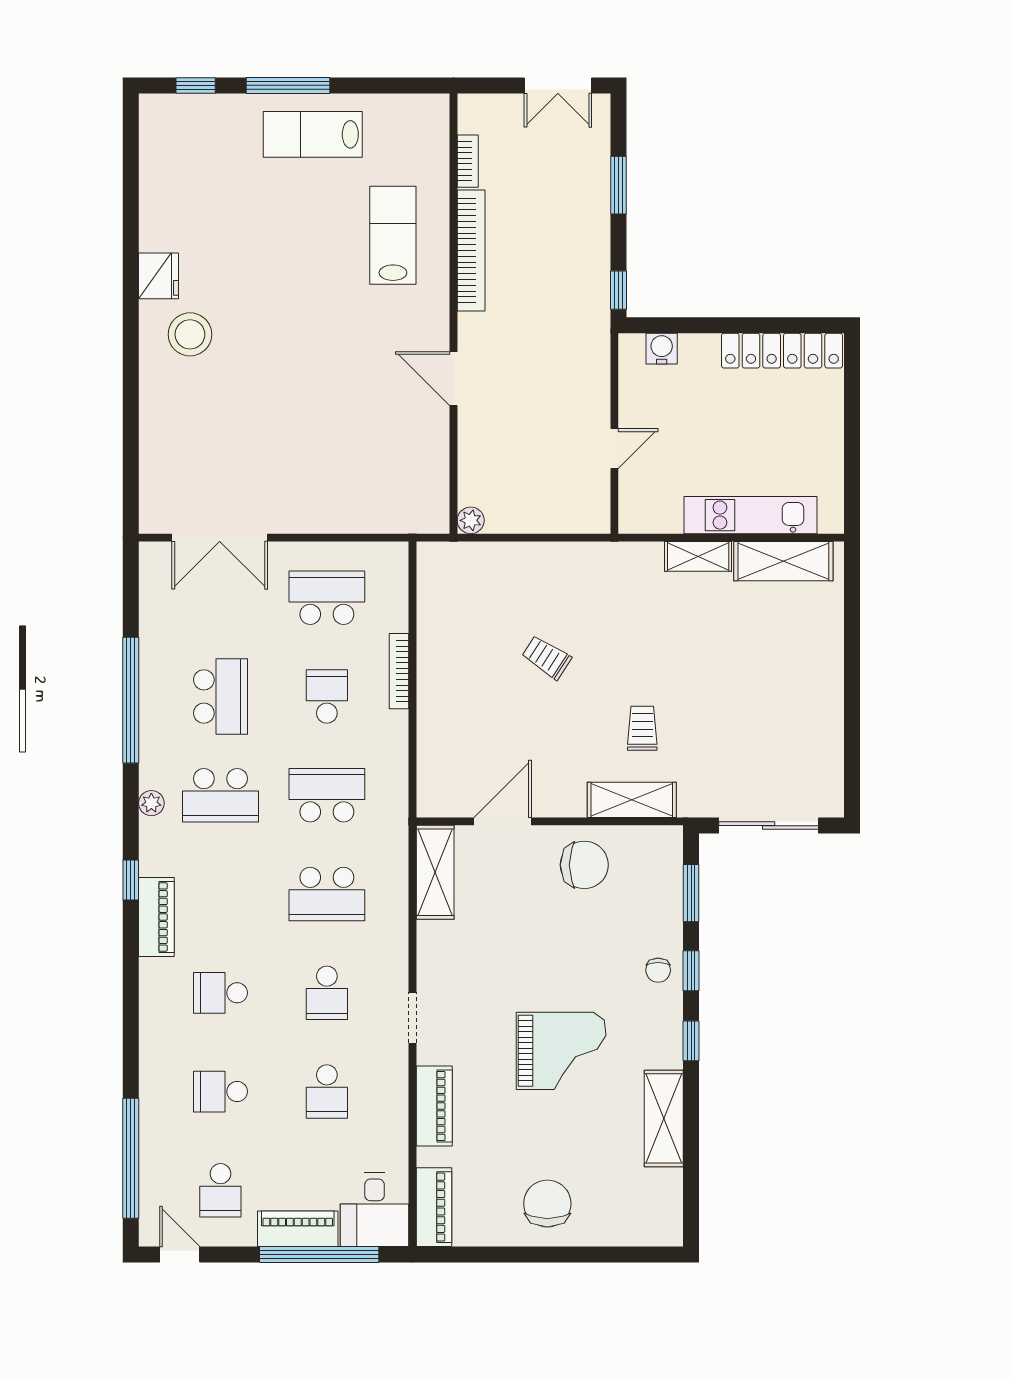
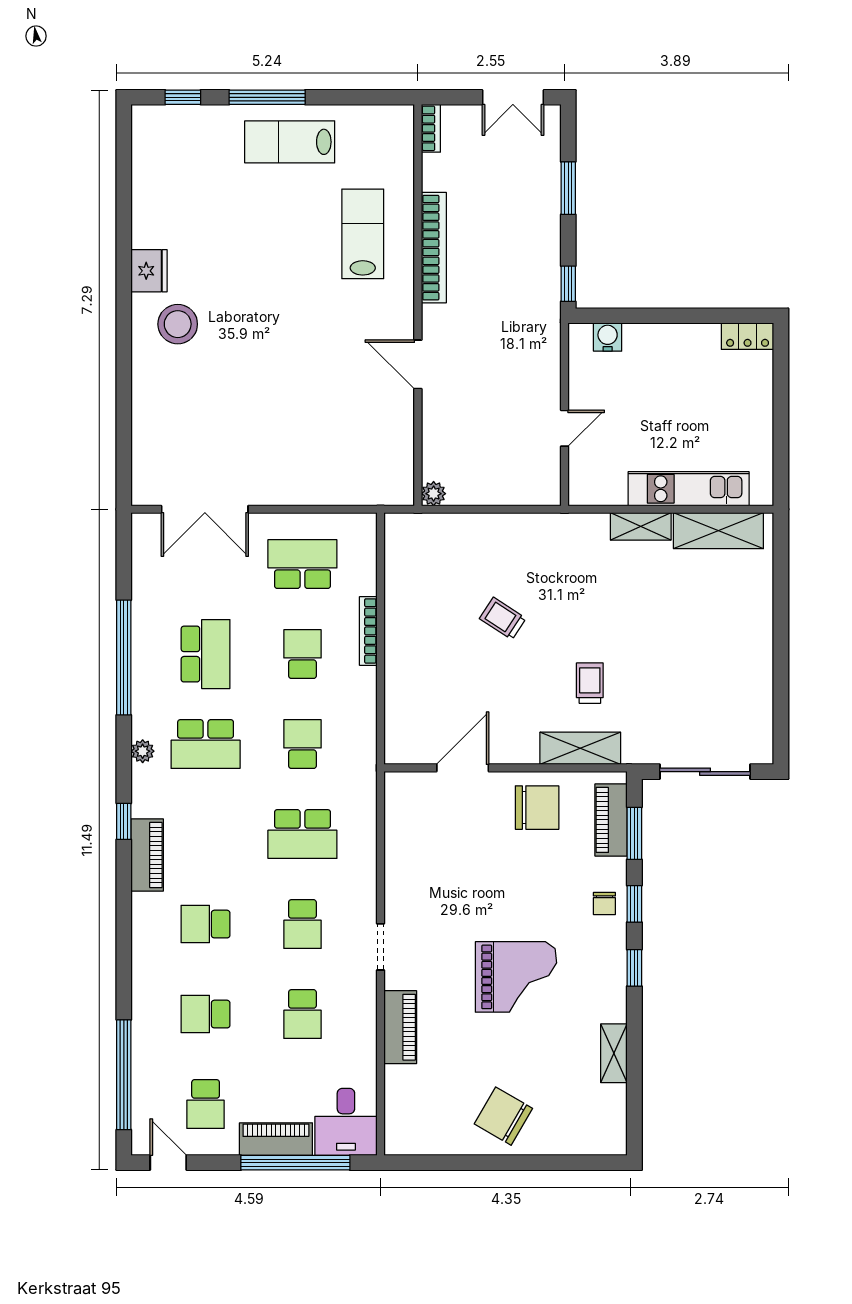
bookcase: (468, 161) -> (431, 128), moved
locker: (782, 351) -> (748, 336), width x0.46, depth x0.83
school desk: (327, 795) -> (302, 744), width x0.54
shelving: (435, 872) -> (401, 814), removed
shelving: (664, 1118) -> (614, 1053), width x0.67, depth x0.75
chair: (547, 1204) -> (503, 1116), turned -60
piano: (434, 1207) -> (611, 820), moved, turned 180

